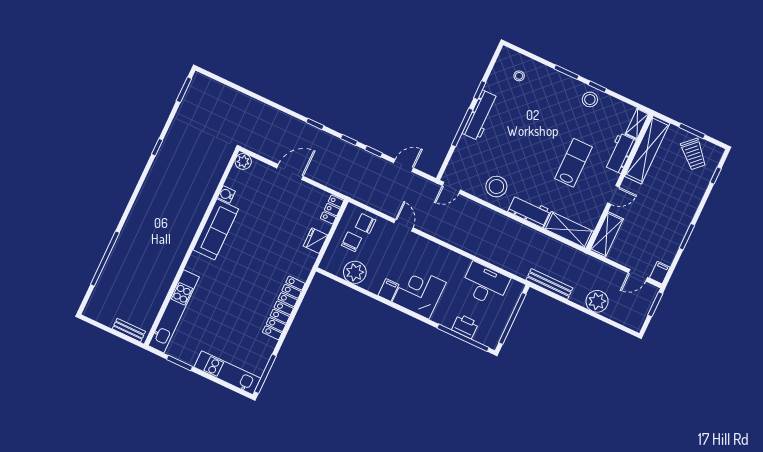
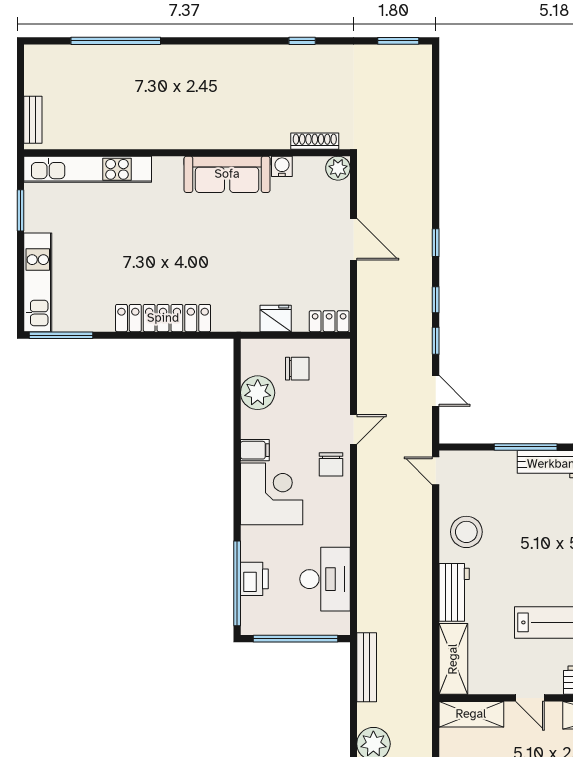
shoe rack: (220, 168) -> (315, 141), added
chair: (366, 224) -> (331, 464), moved, turned 180

